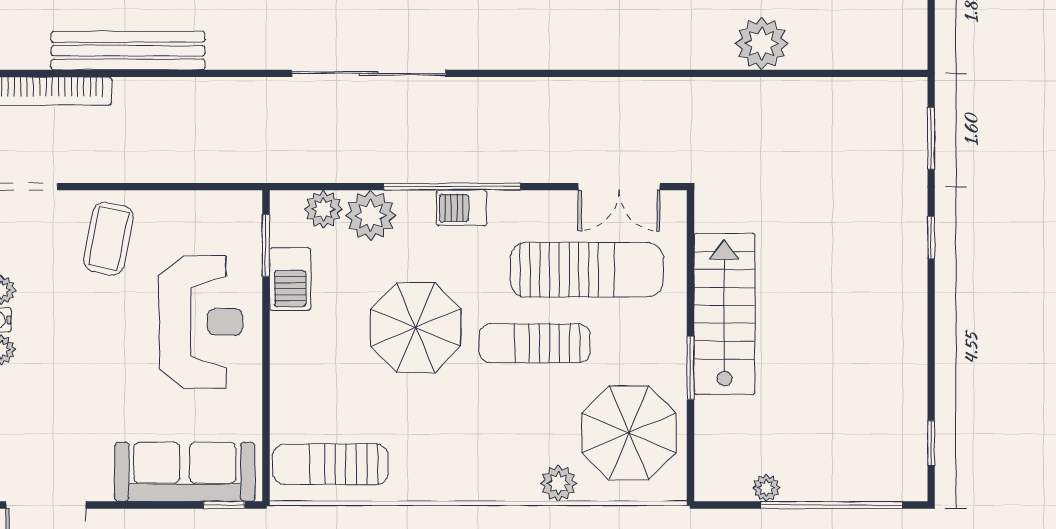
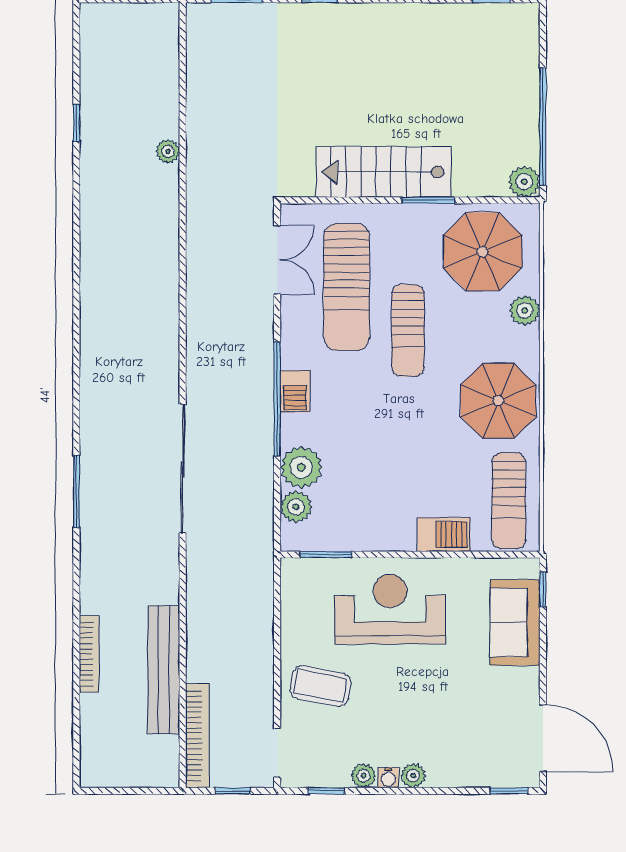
plant: (762, 43) -> (168, 151), width x0.53, depth x0.53
sun lounger: (587, 270) -> (347, 287), turned 180
barbecue: (290, 279) -> (444, 535), moved
parasol: (416, 328) -> (498, 401), moved
sofa: (185, 472) -> (515, 622), width x0.73
plant: (766, 488) -> (524, 182), moved, width x1.38, depth x1.38
window: (832, 505) -> (543, 127), moved

